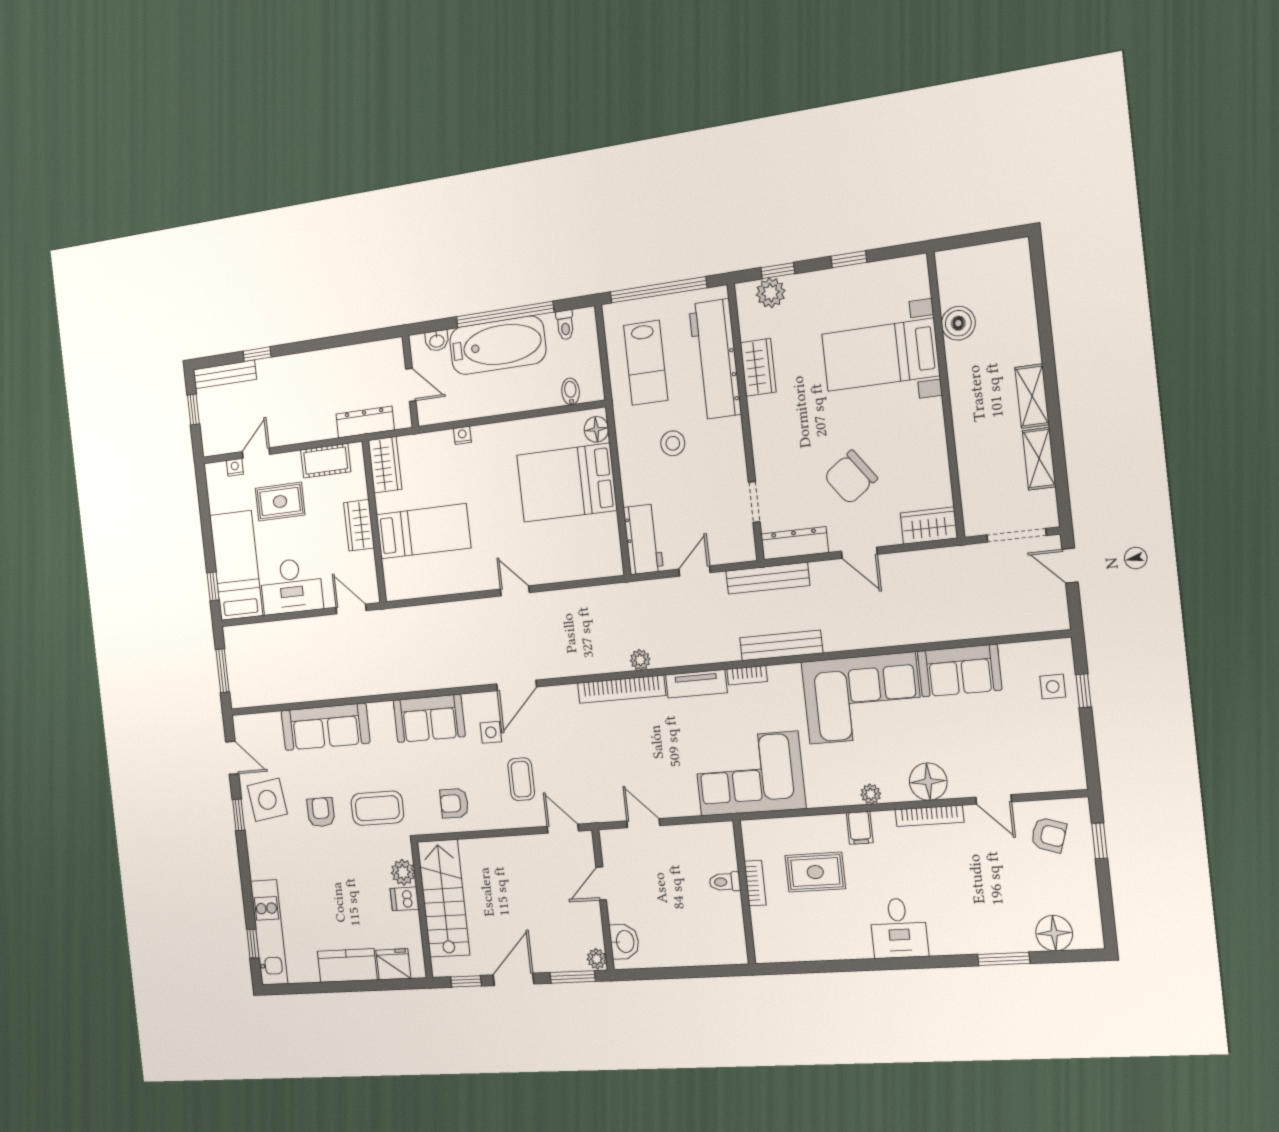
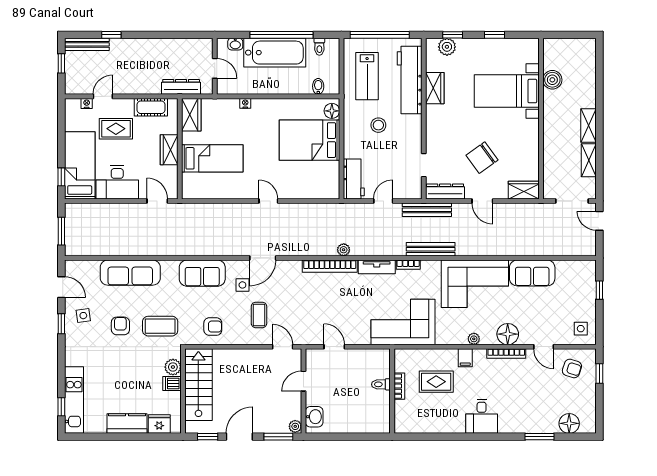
side table: (1053, 687) -> (581, 329), moved
side table: (267, 800) -> (83, 316), width x0.54, depth x0.54
armchair: (454, 803) -> (213, 327), turned 180

